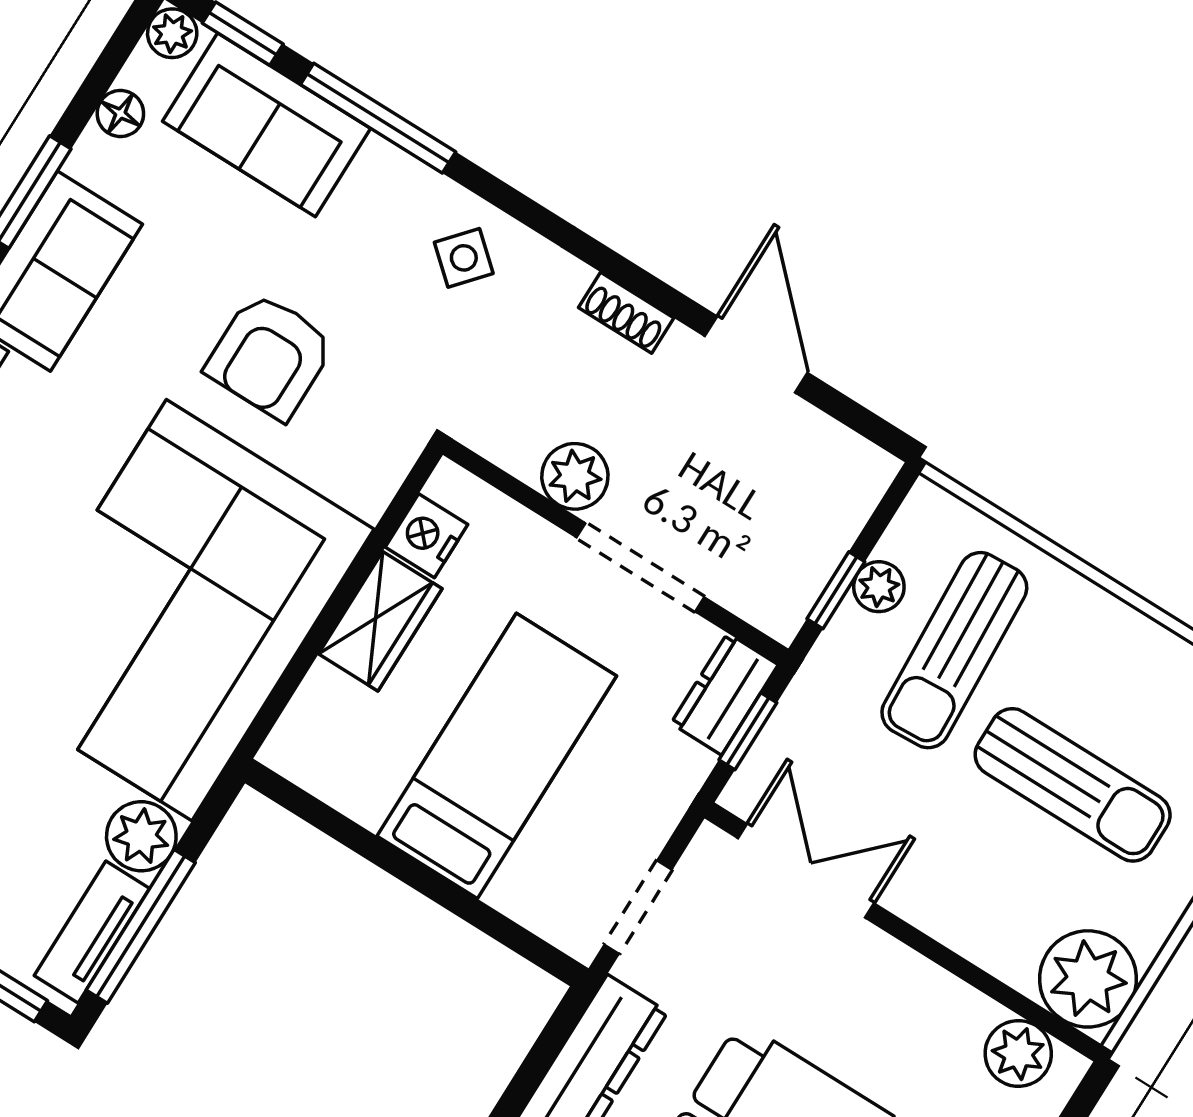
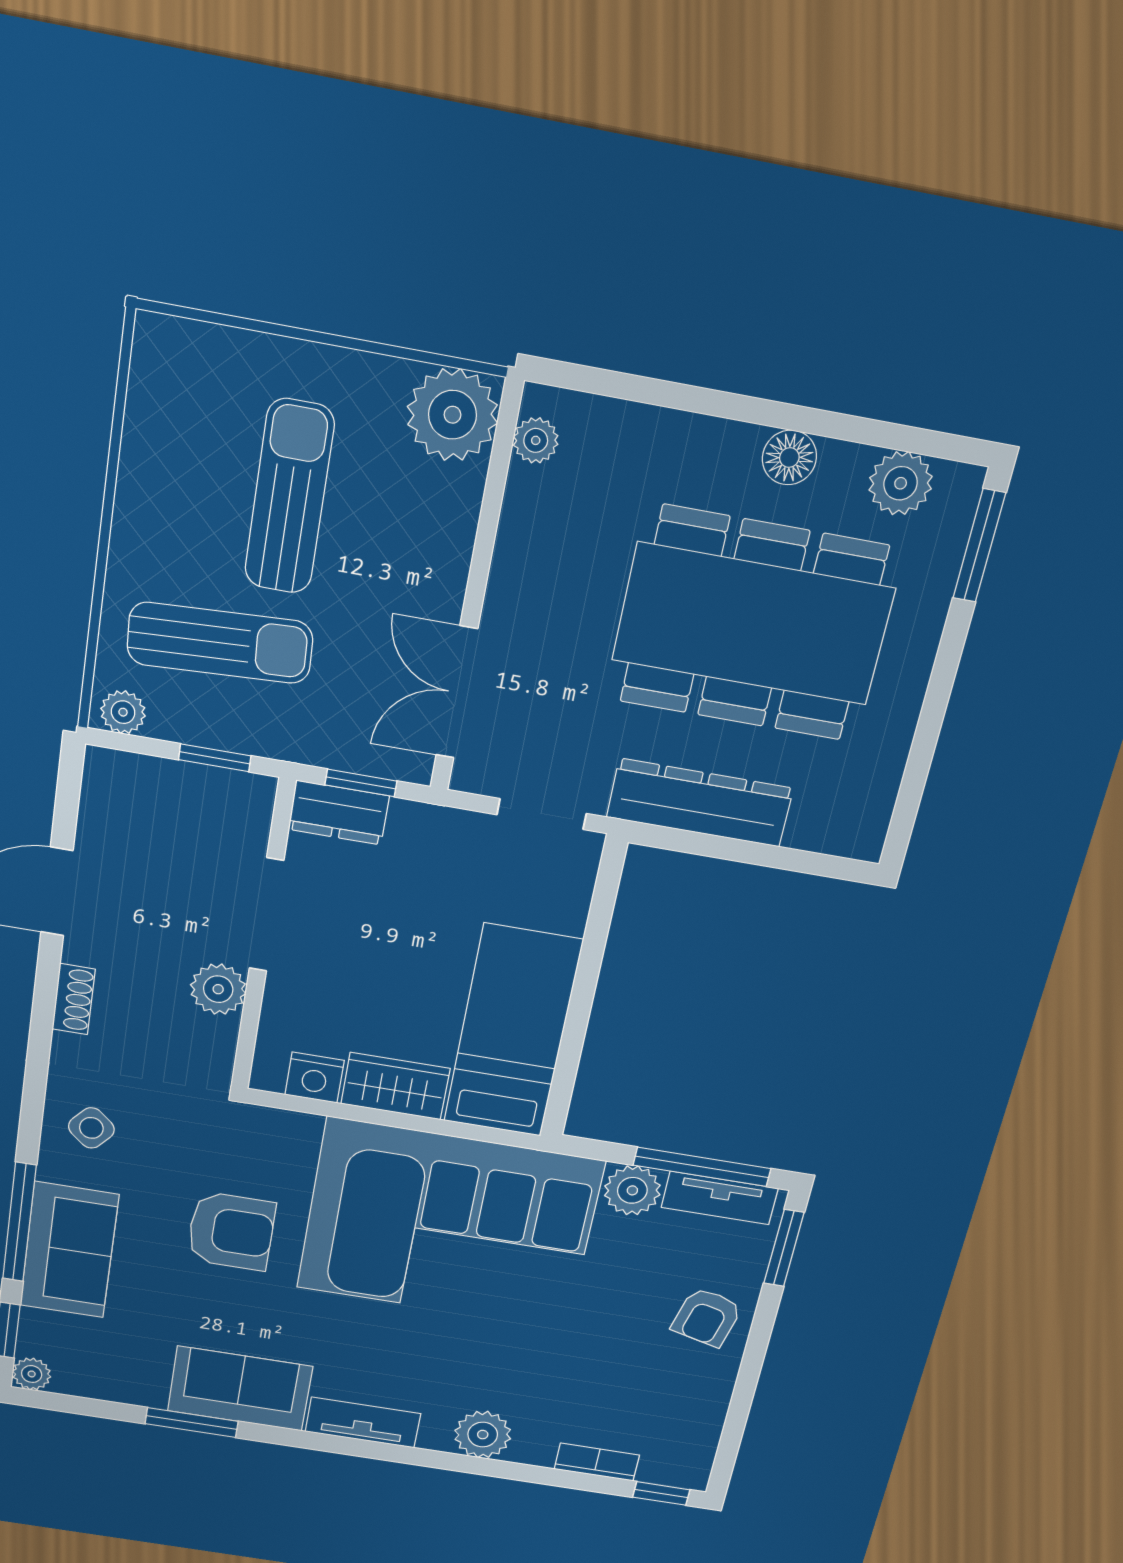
floor lamp: (120, 114) -> (106, 1386), removed
sofa: (267, 125) -> (69, 1250), moved
plant: (879, 587) -> (123, 712), moved
bed: (497, 756) -> (513, 1031), moved, turned 90
plant: (1018, 1053) -> (536, 440), width x0.73, depth x0.73

